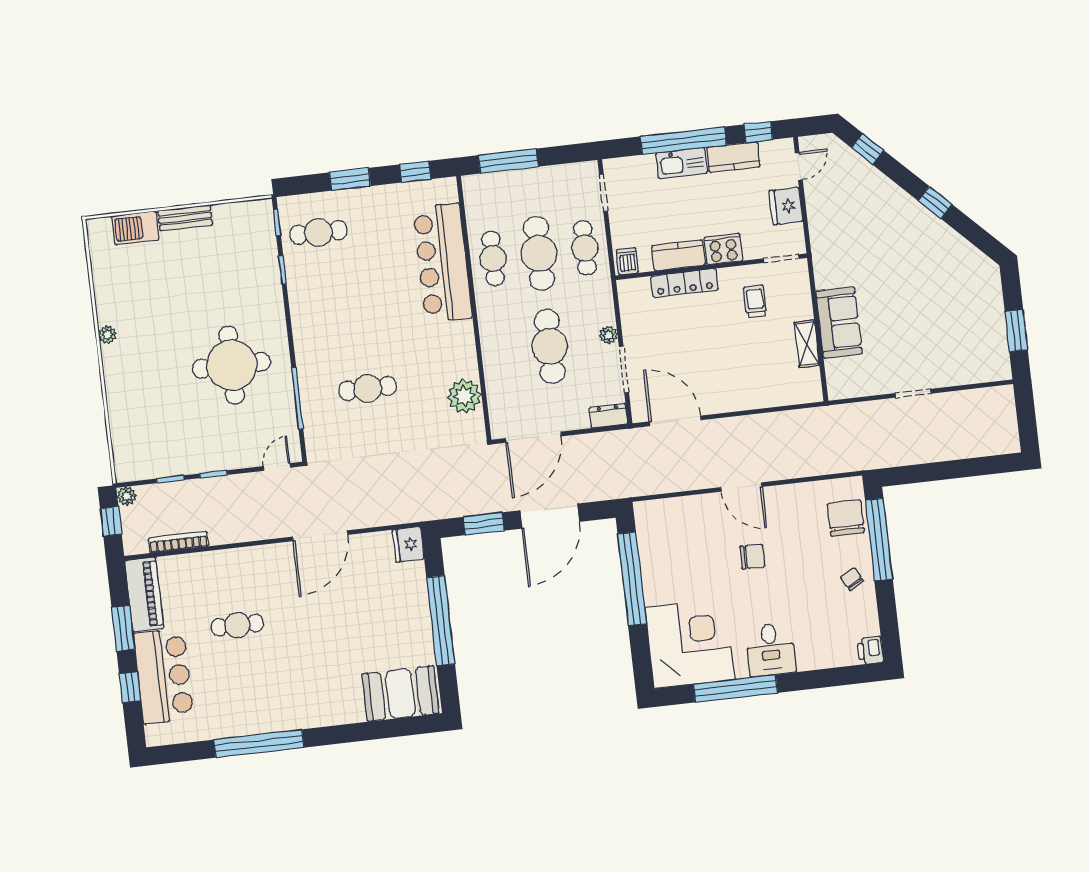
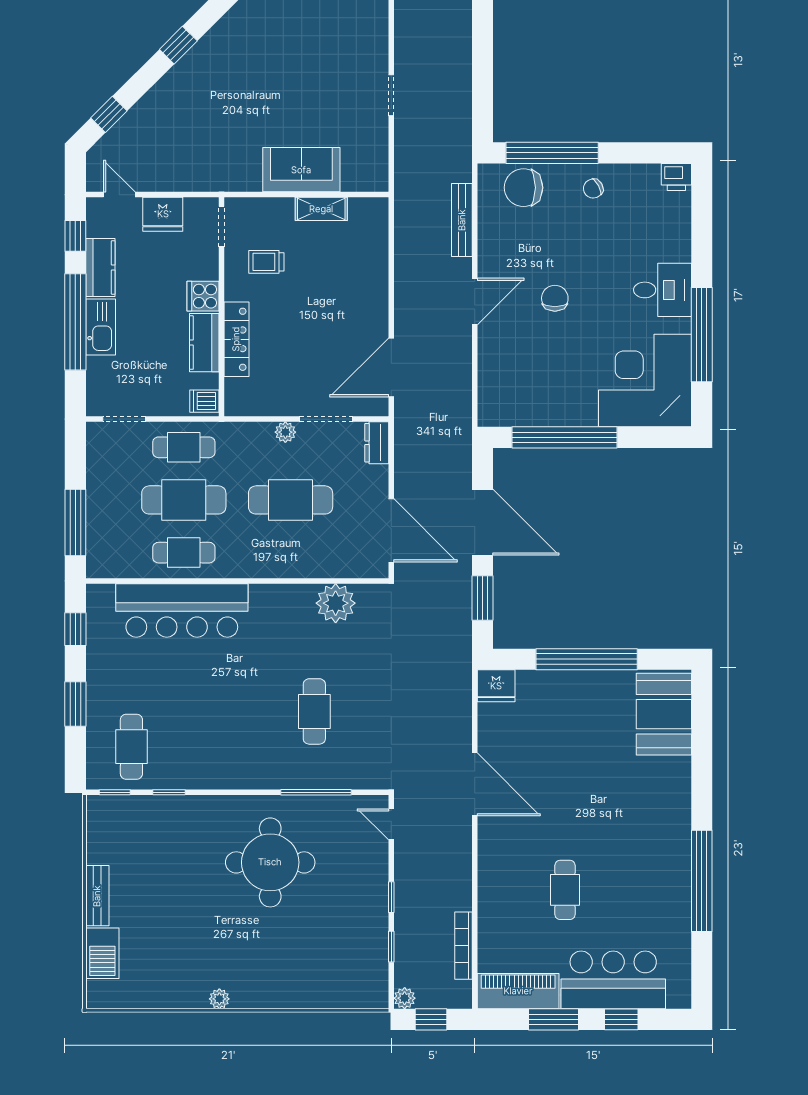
cooker: (723, 249) -> (203, 296), width x0.73
bench: (811, 468) -> (462, 220), added

